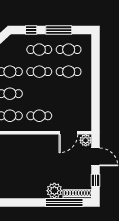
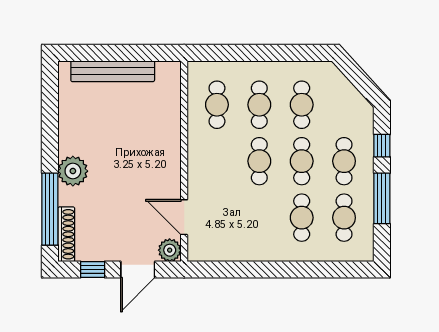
cafe table: (39, 116) -> (259, 161), moved
plant: (54, 191) -> (73, 171), moved

